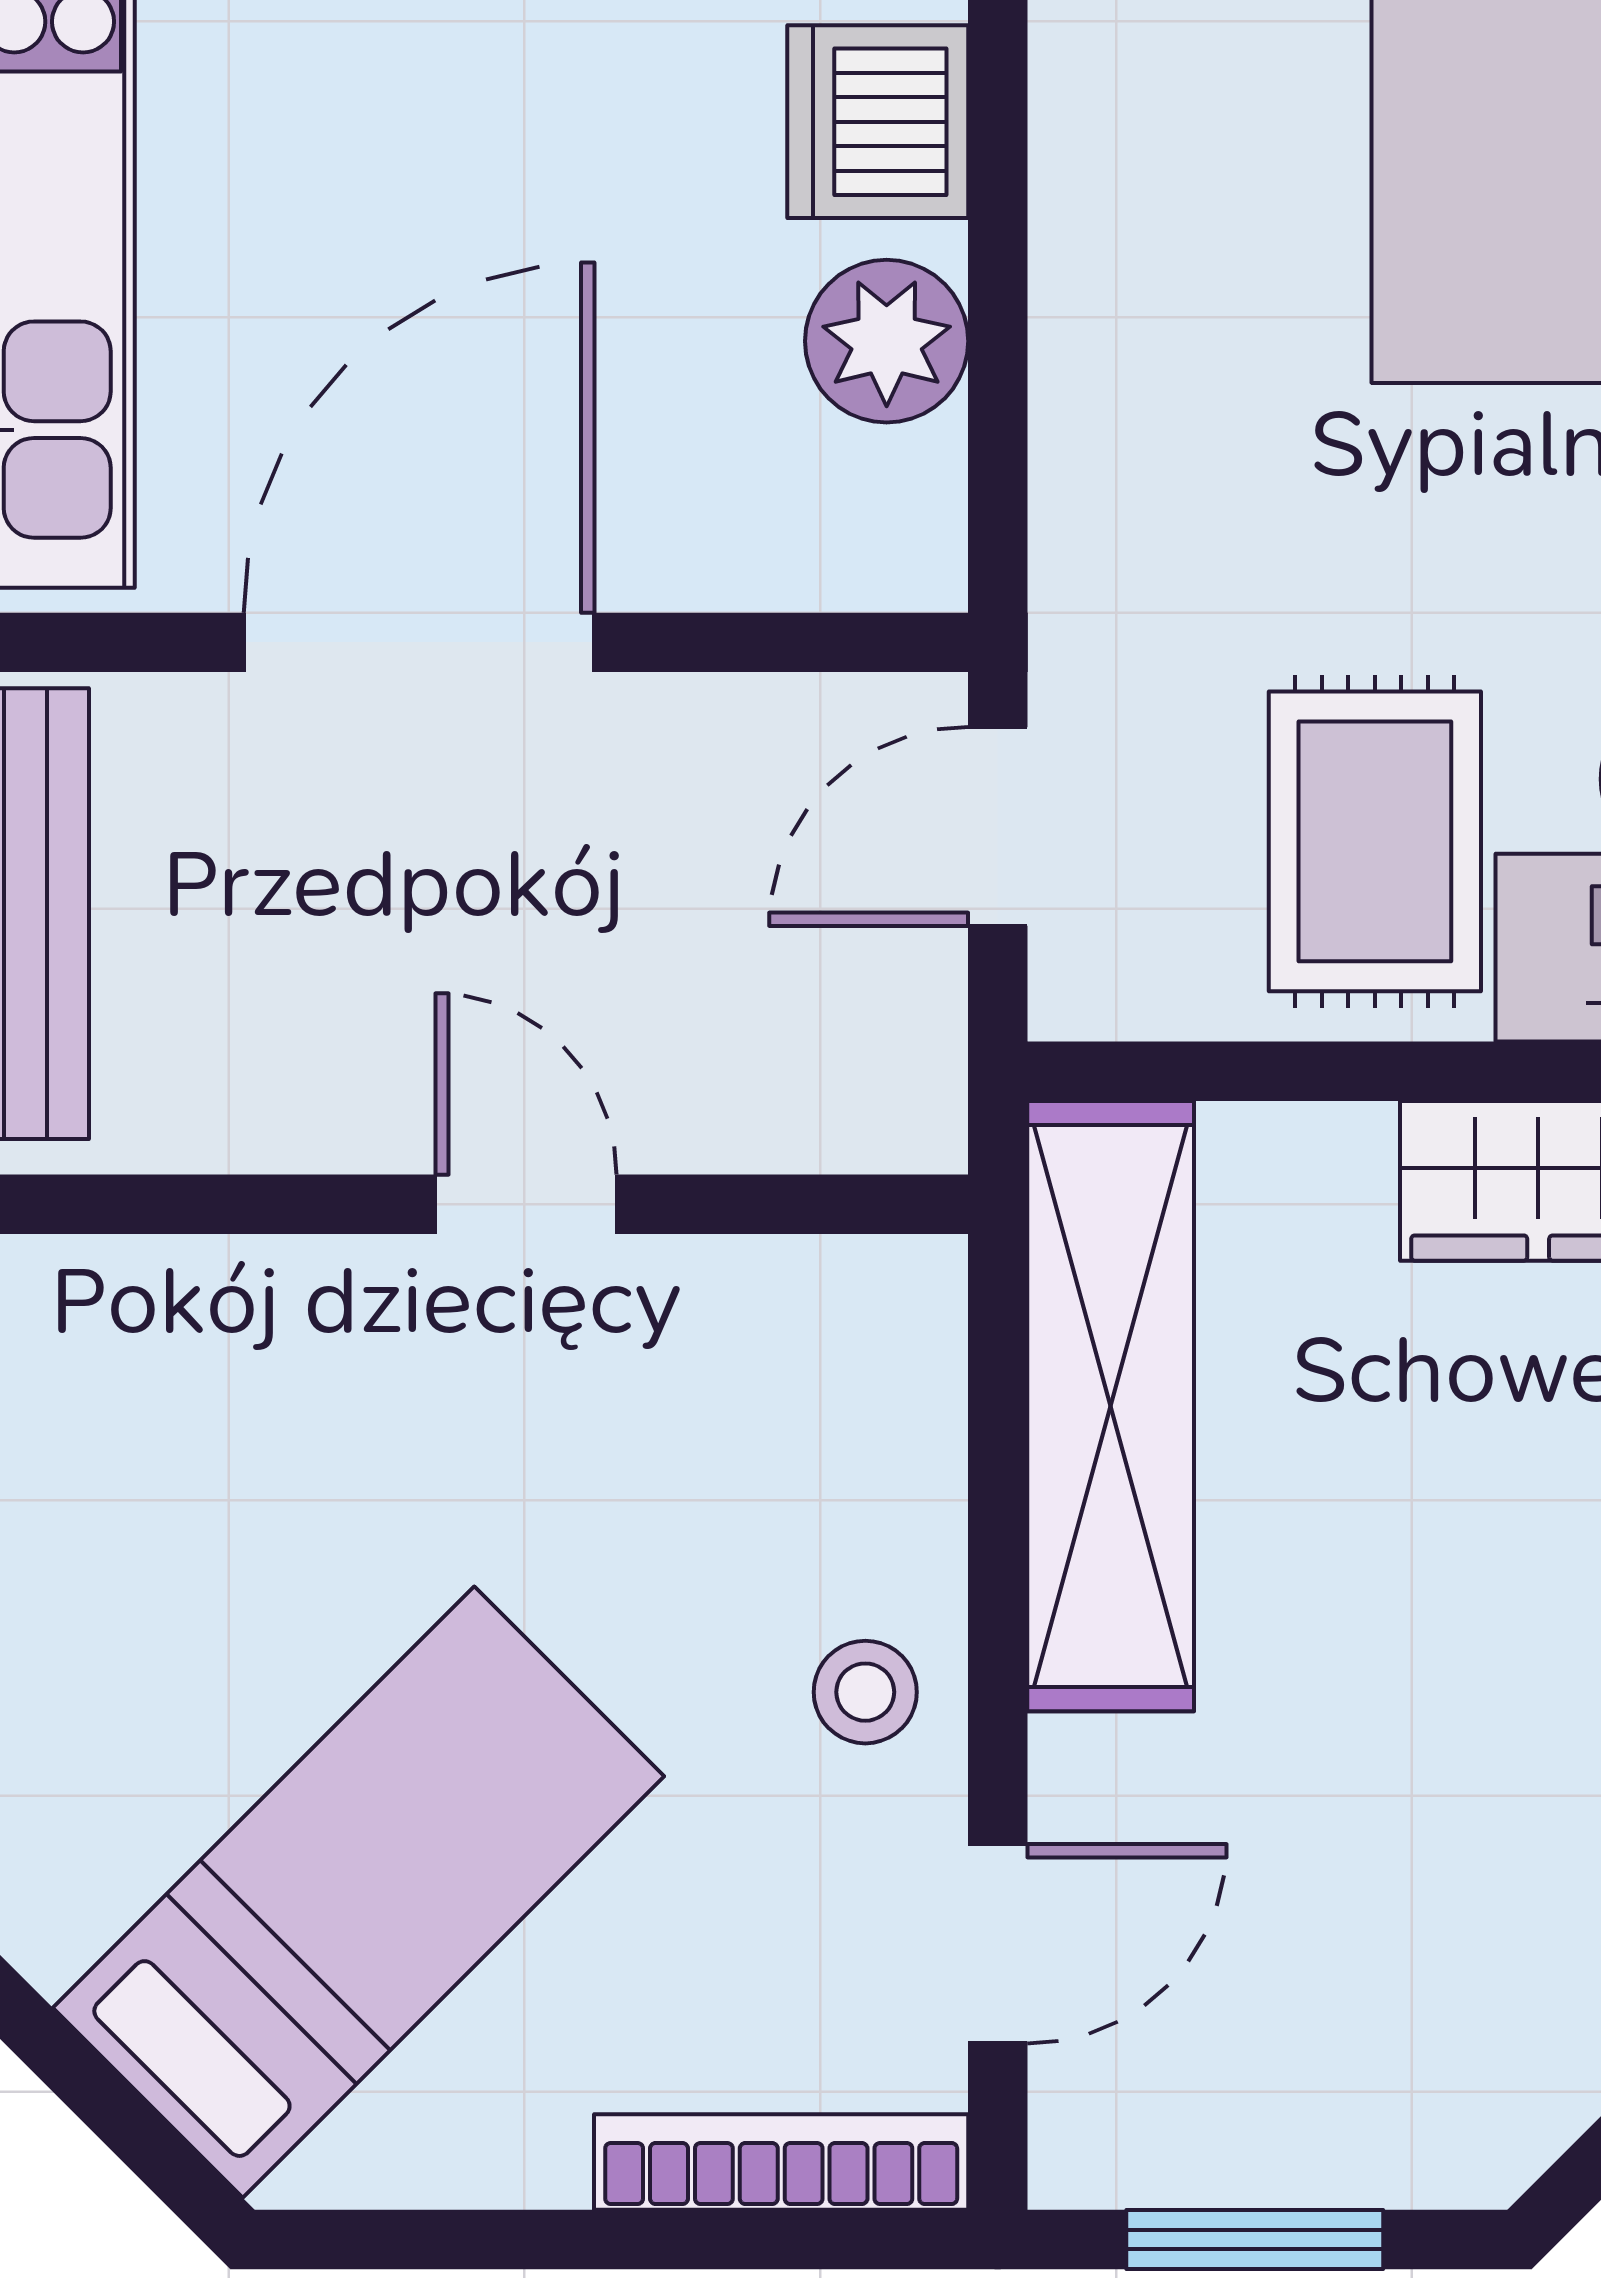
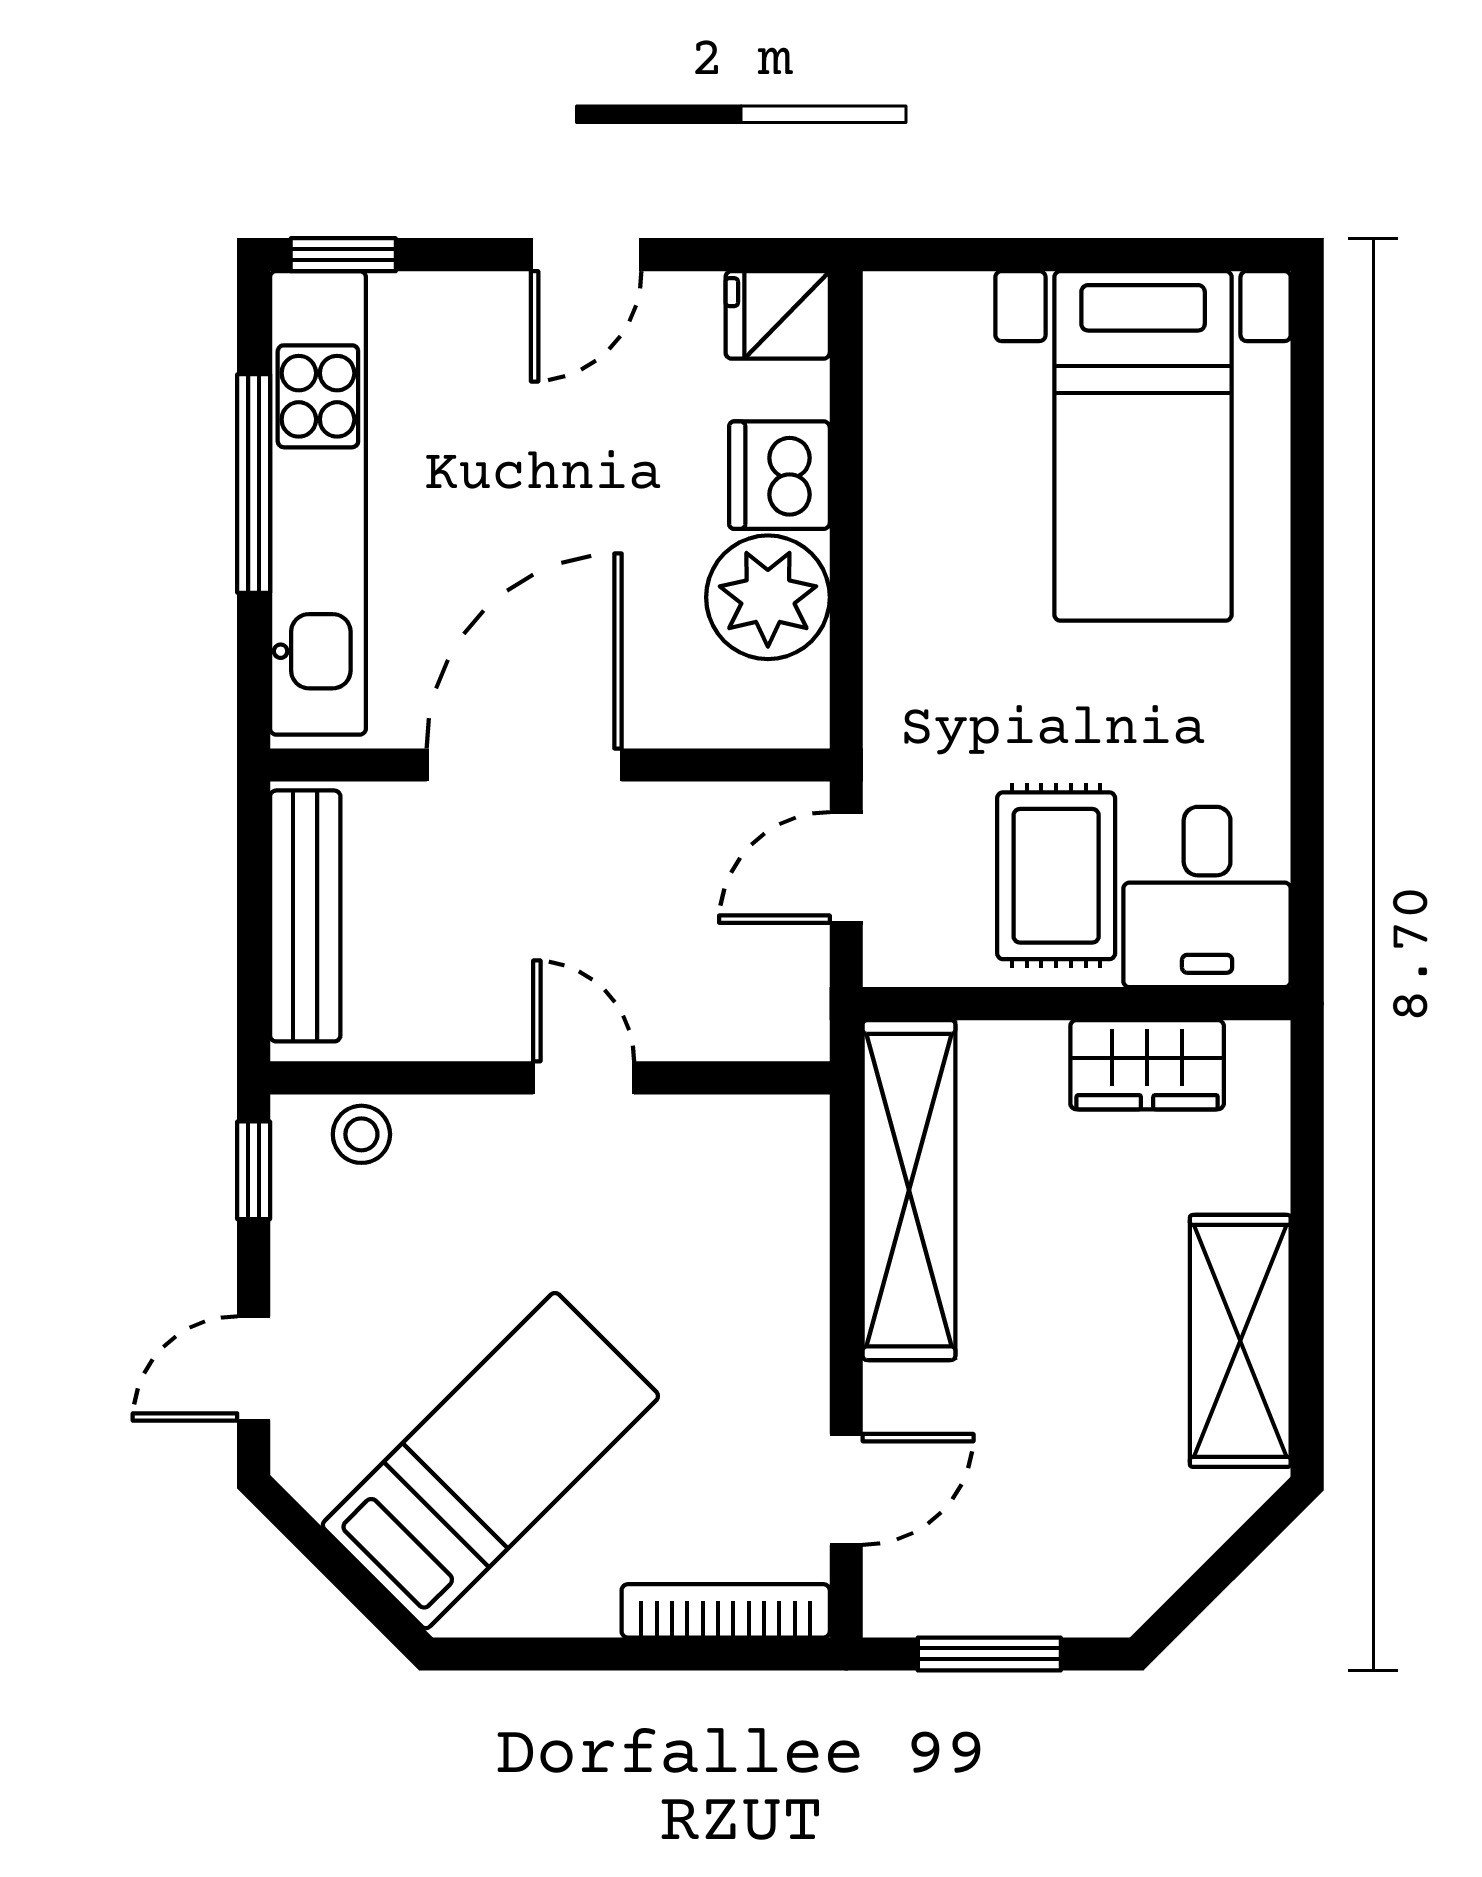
plant: (887, 341) -> (768, 597), width x1.36, depth x1.36
stool: (865, 1692) -> (361, 1134), moved

